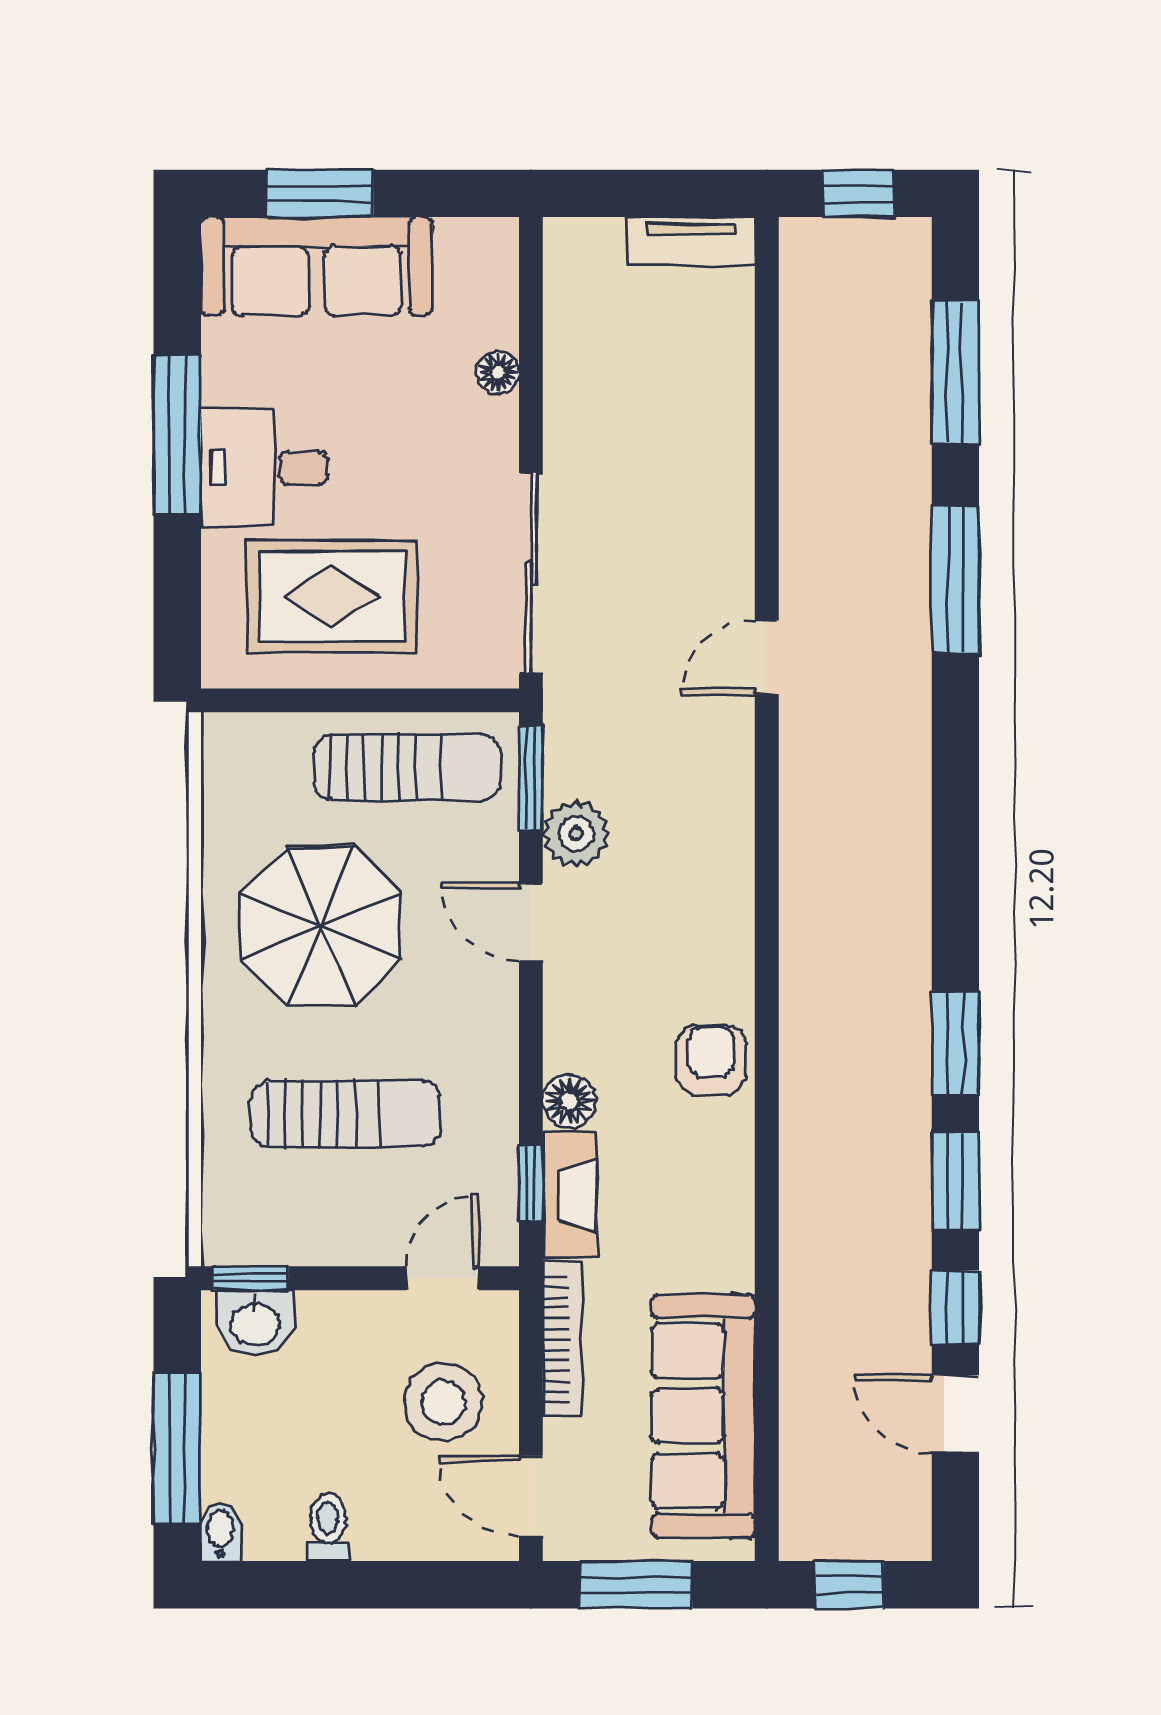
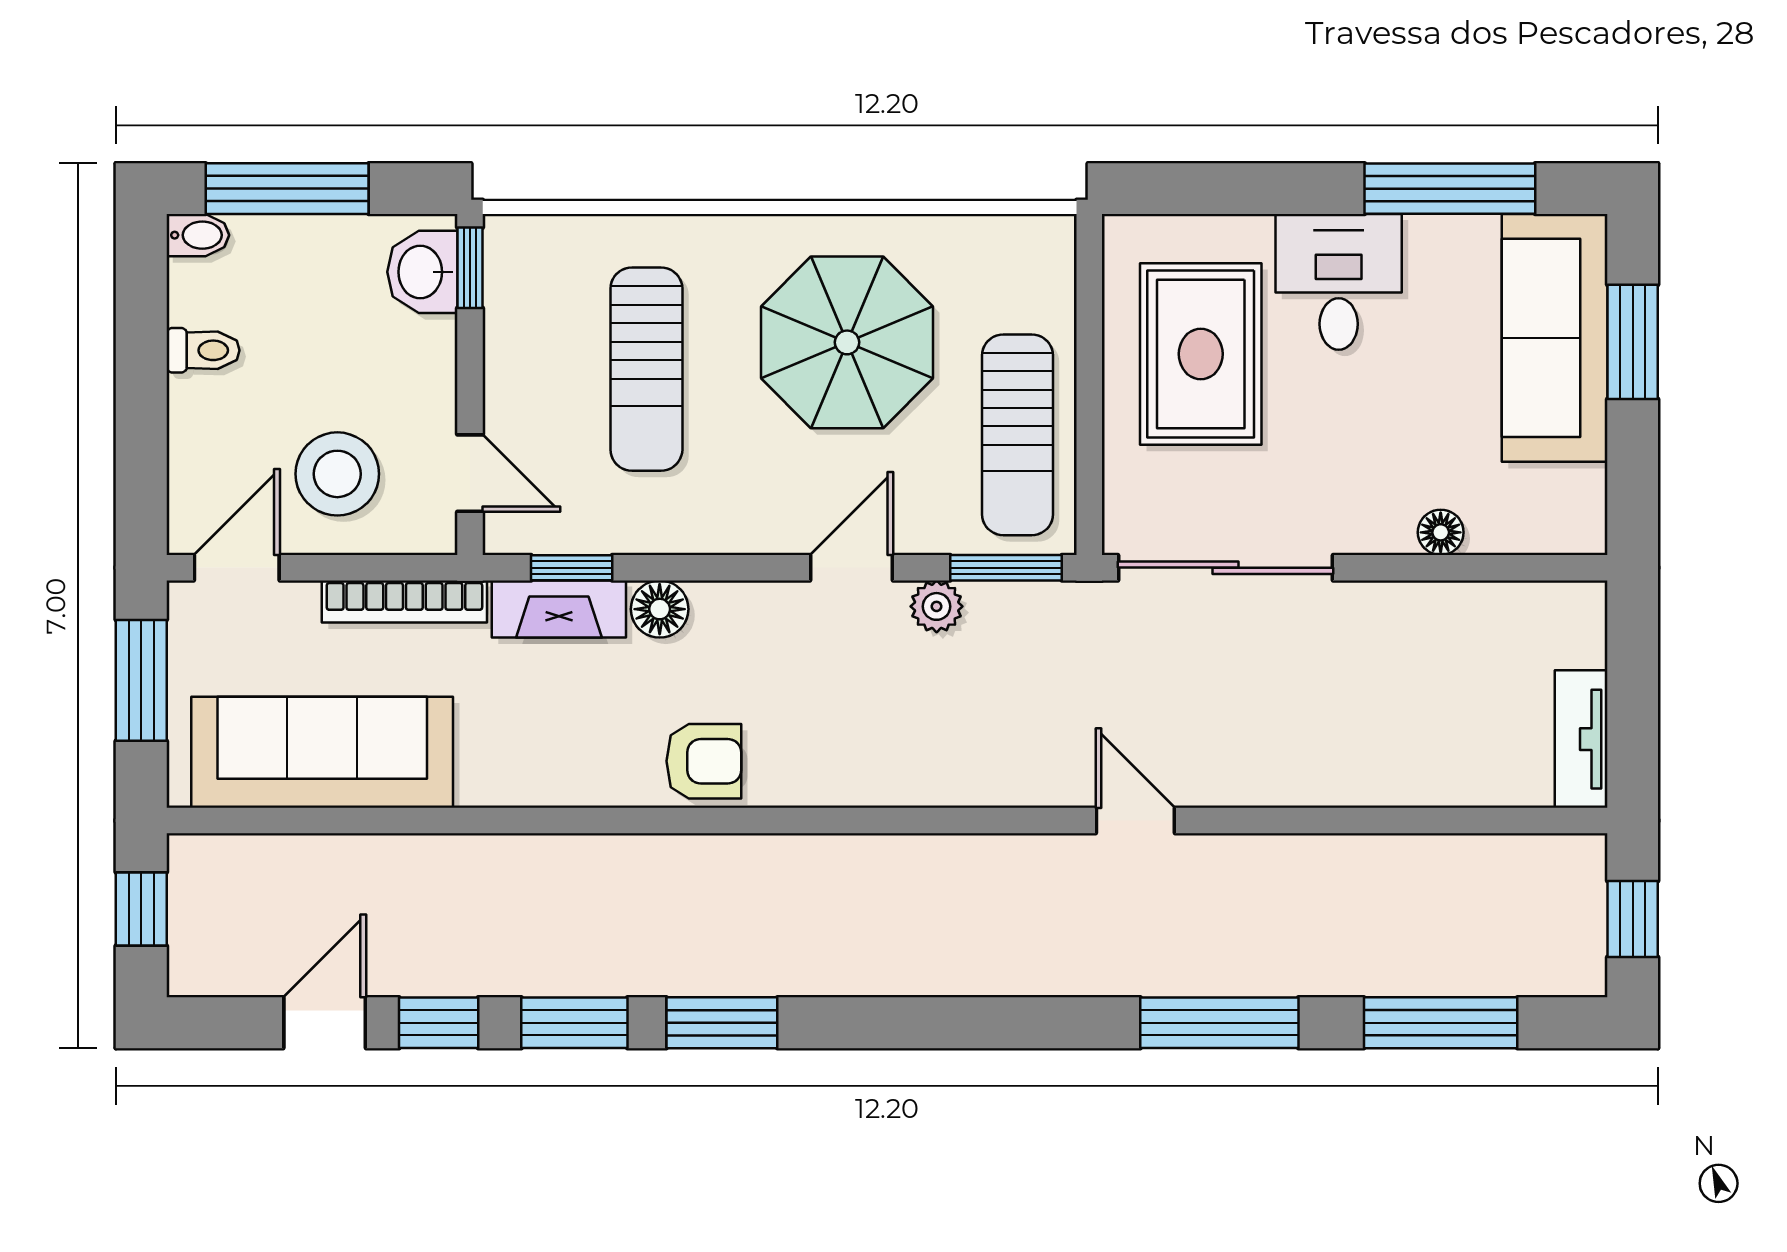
window: (177, 435) -> (1450, 189), moved
plant: (576, 834) -> (937, 606), width x0.73, depth x0.73

